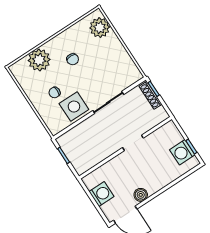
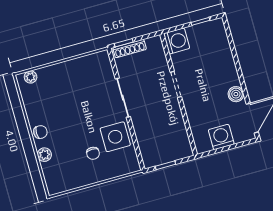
plant: (100, 28) -> (31, 77), width x0.53, depth x0.53
chair: (73, 59) -> (40, 132), moved
plant: (39, 60) -> (44, 155), width x0.53, depth x0.53
washing machine: (182, 152) -> (177, 41), moved, turned -90

